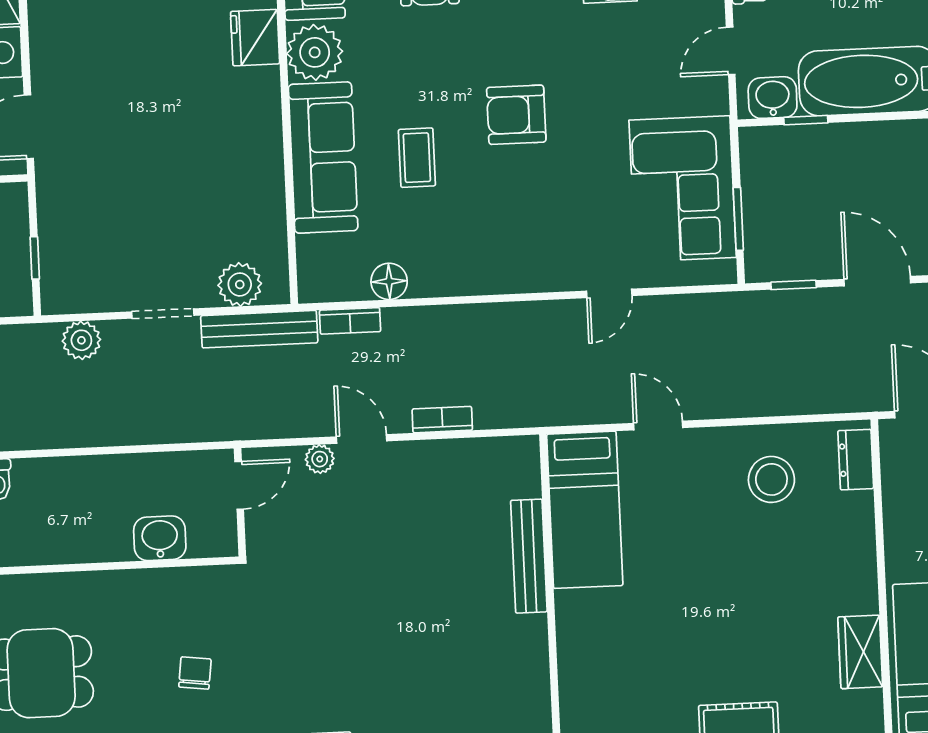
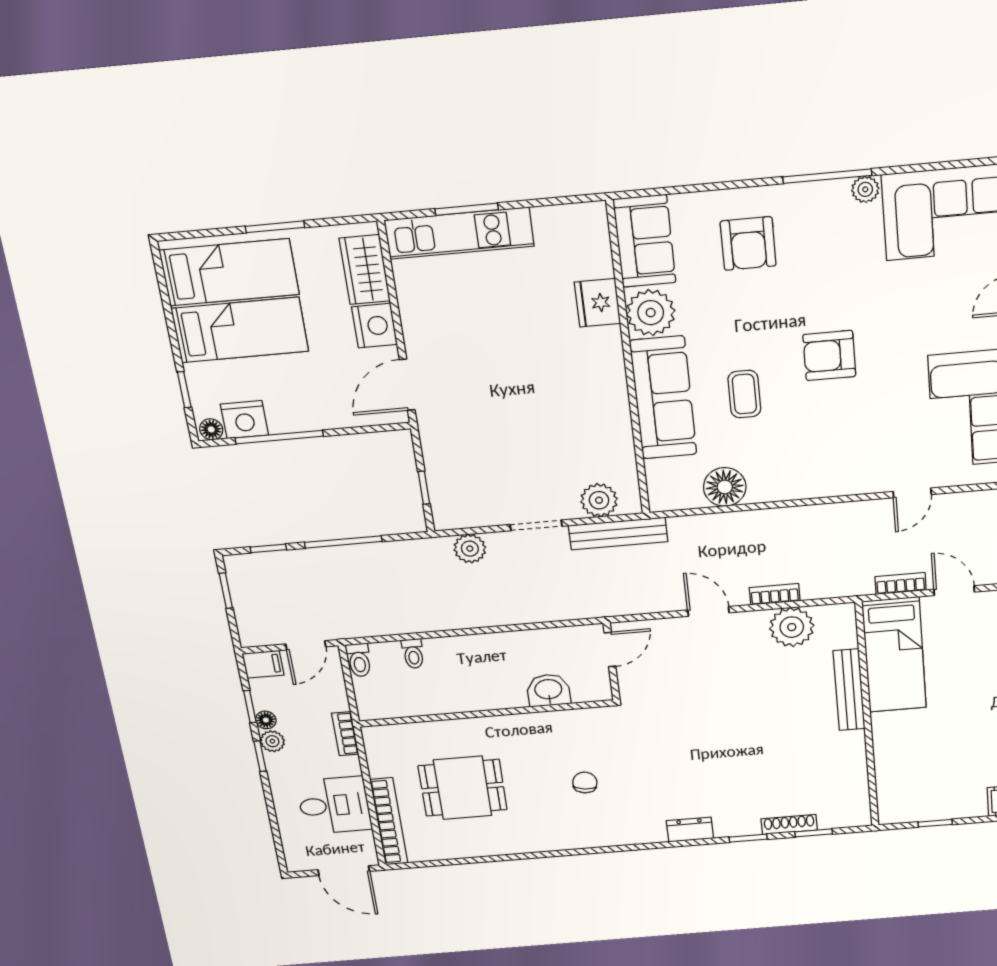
floor lamp: (389, 281) -> (725, 487), width x1.38, depth x1.38
bookcase: (350, 321) -> (901, 584), moved, turned 180
plant: (320, 459) -> (792, 627), moved, width x1.87, depth x1.87

